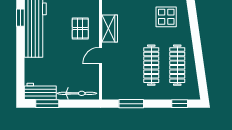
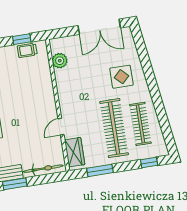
wardrobe: (110, 28) -> (75, 152), moved
pallet: (80, 29) -> (36, 102), removed
clothes rail: (151, 65) -> (114, 128), width x1.37, depth x1.31

